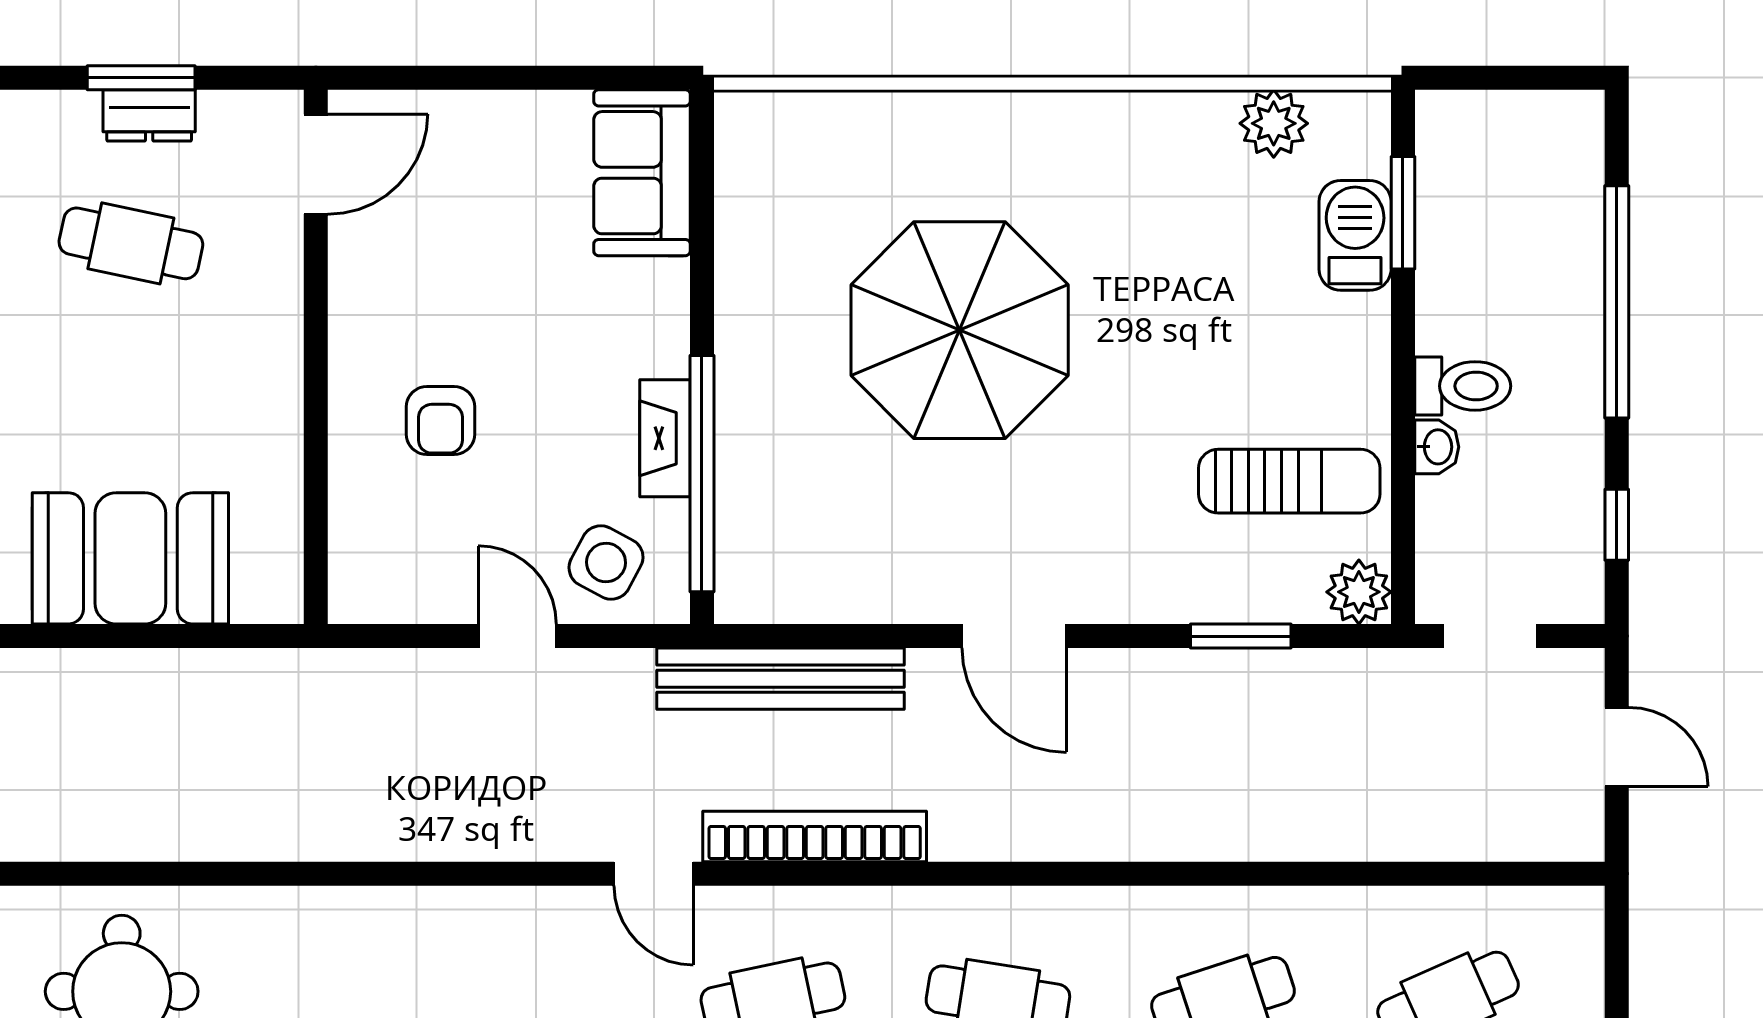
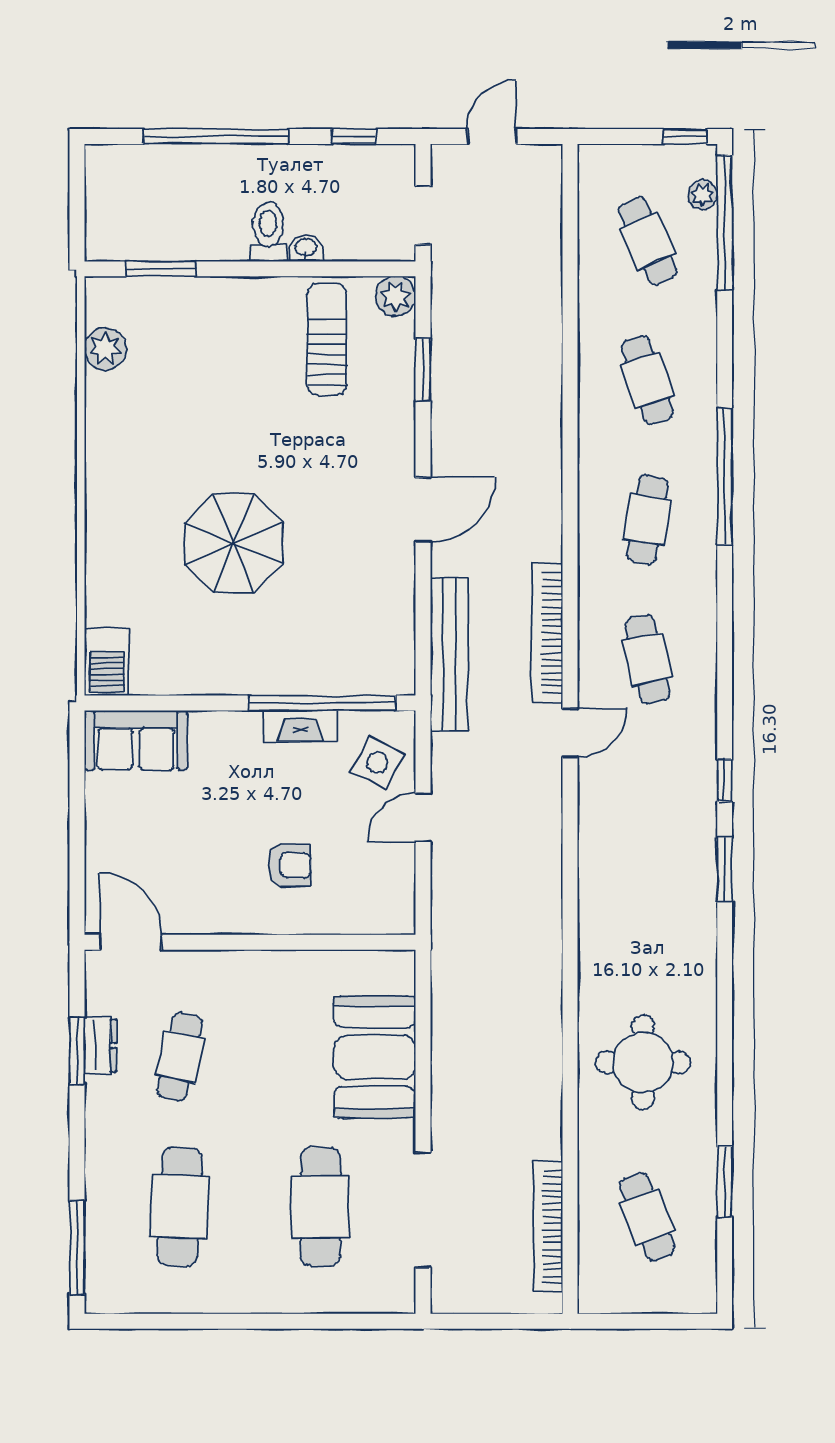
barbecue: (1355, 235) -> (107, 662), moved, turned -90
parasol: (960, 330) -> (233, 544), width x0.73, depth x0.73

